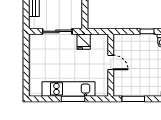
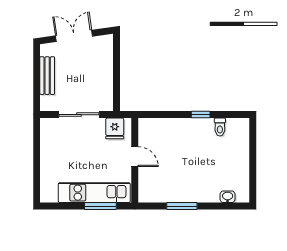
door: (111, 62) -> (135, 157), moved
wall: (111, 65) -> (135, 160), moved

